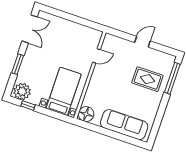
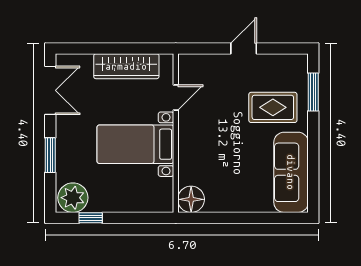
wardrobe: (75, 30) -> (126, 66), added
window: (172, 78) -> (313, 92), width x0.69
bed with nightstands: (64, 91) -> (135, 144), moved, turned -90
sofa: (124, 125) -> (291, 172), moved, turned -90

